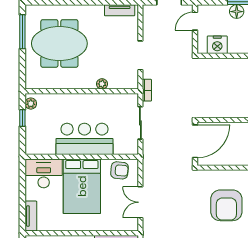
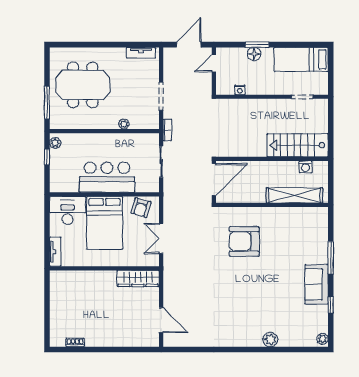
window: (22, 32) -> (47, 102), moved
nightstand: (217, 45) -> (240, 90), width x0.53, depth x0.56
armchair: (120, 170) -> (141, 208), turned 101
armchair: (226, 205) -> (244, 241), turned 90

